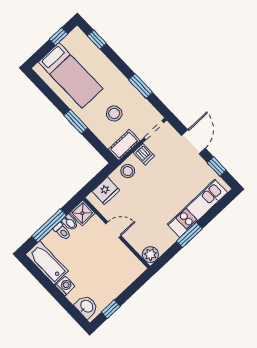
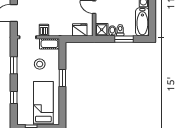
window: (97, 40) -> (14, 98), moved
stool: (128, 171) -> (60, 29), removed
window: (49, 226) -> (124, 39), width x0.69

